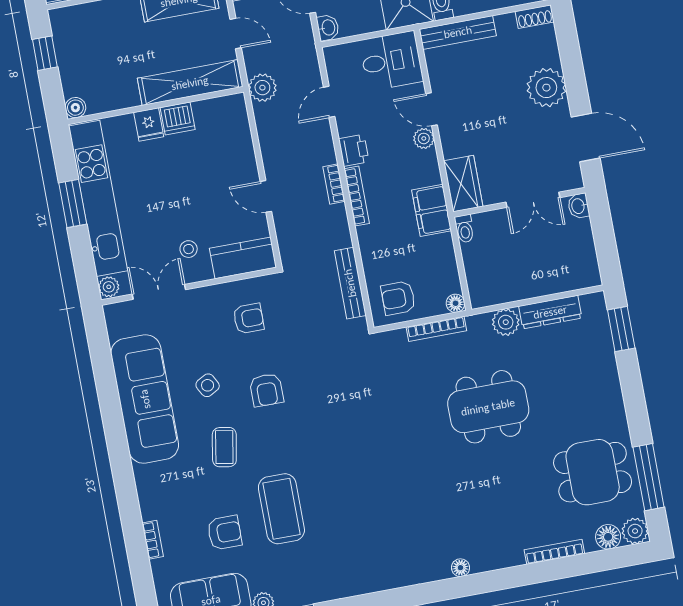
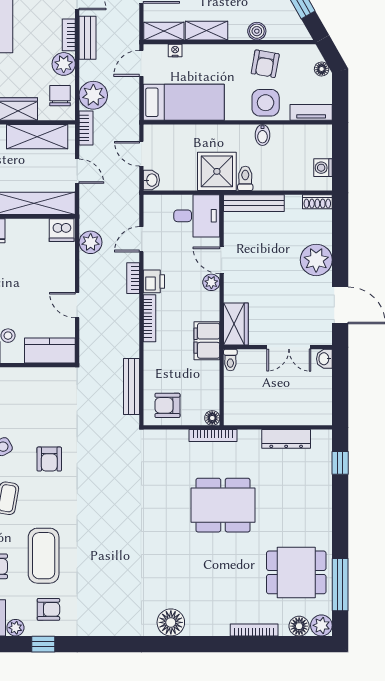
plant: (262, 88) -> (91, 242), moved
dishwasher: (178, 118) -> (62, 230), moved
bookcase: (334, 184) -> (133, 278), moved
armchair: (249, 318) -> (48, 609), moved
plant: (506, 322) -> (249, 440), removed
bookcase: (436, 329) -> (213, 436), moved
window: (621, 329) -> (340, 463), width x0.67
floor lamp: (460, 568) -> (171, 622), width x1.89, depth x1.89

